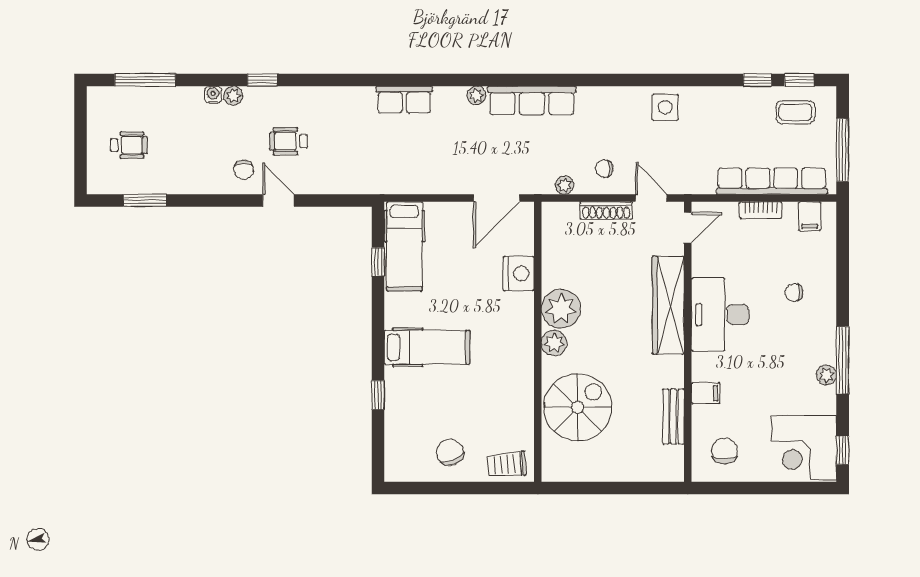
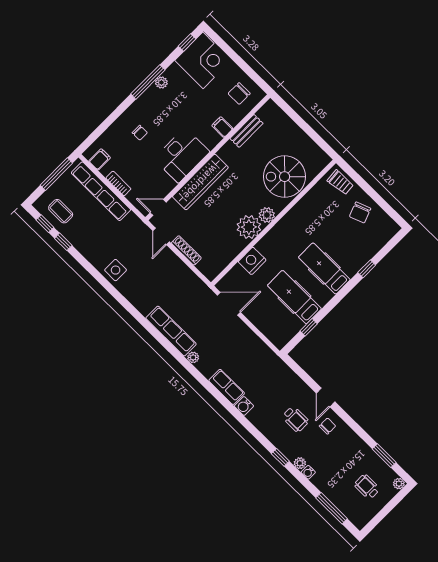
water cooler: (363, 98) -> (244, 406), added
chair: (604, 169) -> (169, 270), removed
plant: (564, 185) -> (399, 484), moved
hospital bed: (404, 246) -> (294, 297), moved, turned -90

